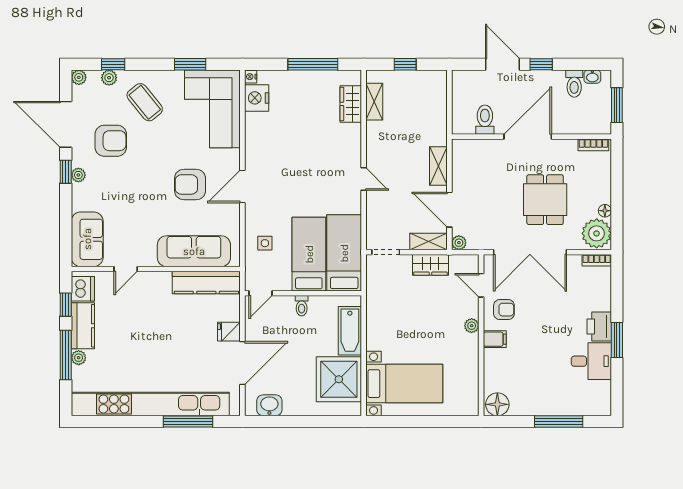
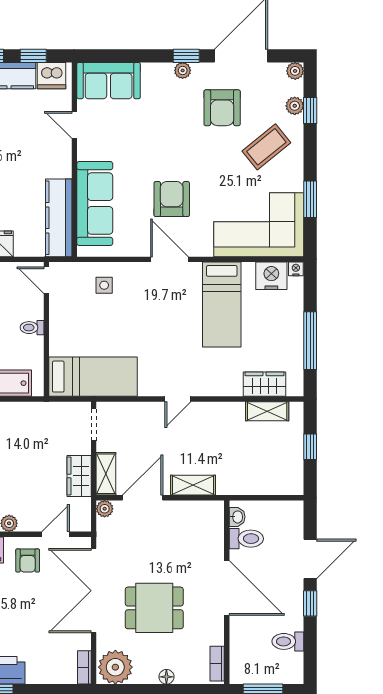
washbasin: (592, 77) -> (237, 517), moved, turned 180
floor lamp: (605, 211) -> (166, 677), moved
bed: (309, 254) -> (222, 305), moved, turned 90

